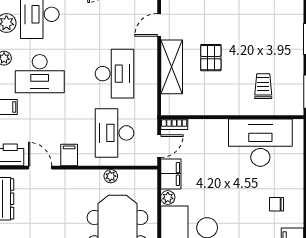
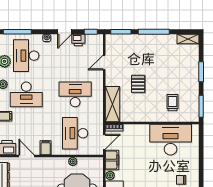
shelving: (172, 67) -> (112, 104), moved
desk: (115, 74) -> (75, 94), turned -90

